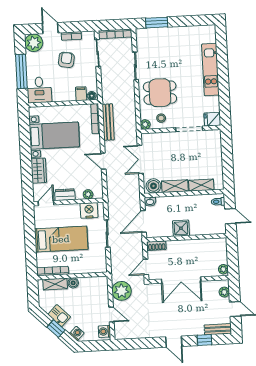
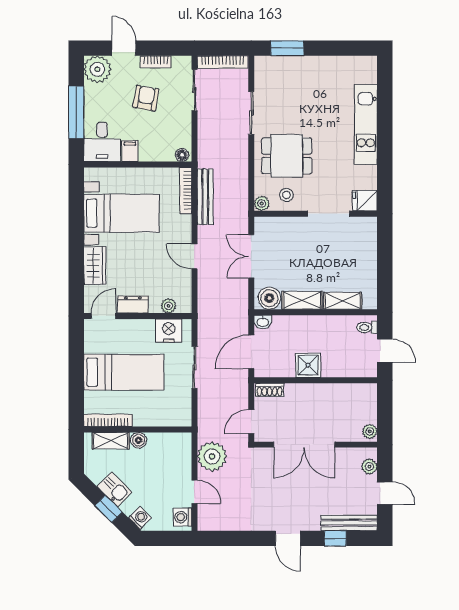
filing cabinet: (81, 94) -> (130, 151), moved
bench: (218, 329) -> (349, 523), width x1.36

